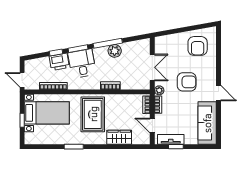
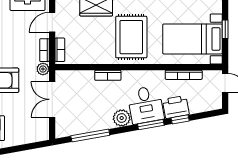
window: (108, 43) -> (90, 135), moved
plant: (115, 51) -> (122, 118), moved
door: (152, 125) -> (52, 22), swing flipped

